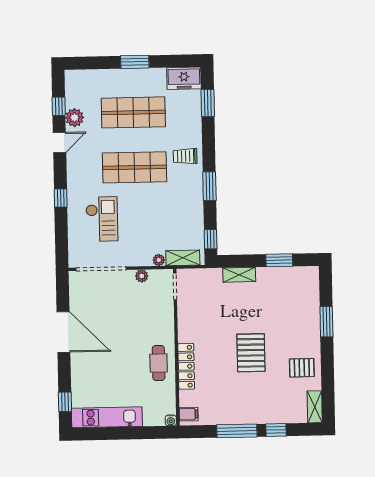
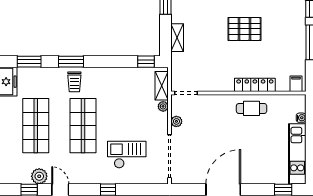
window: (209, 186) -> (71, 62), moved
water cooler: (171, 420) -> (301, 118), moved

